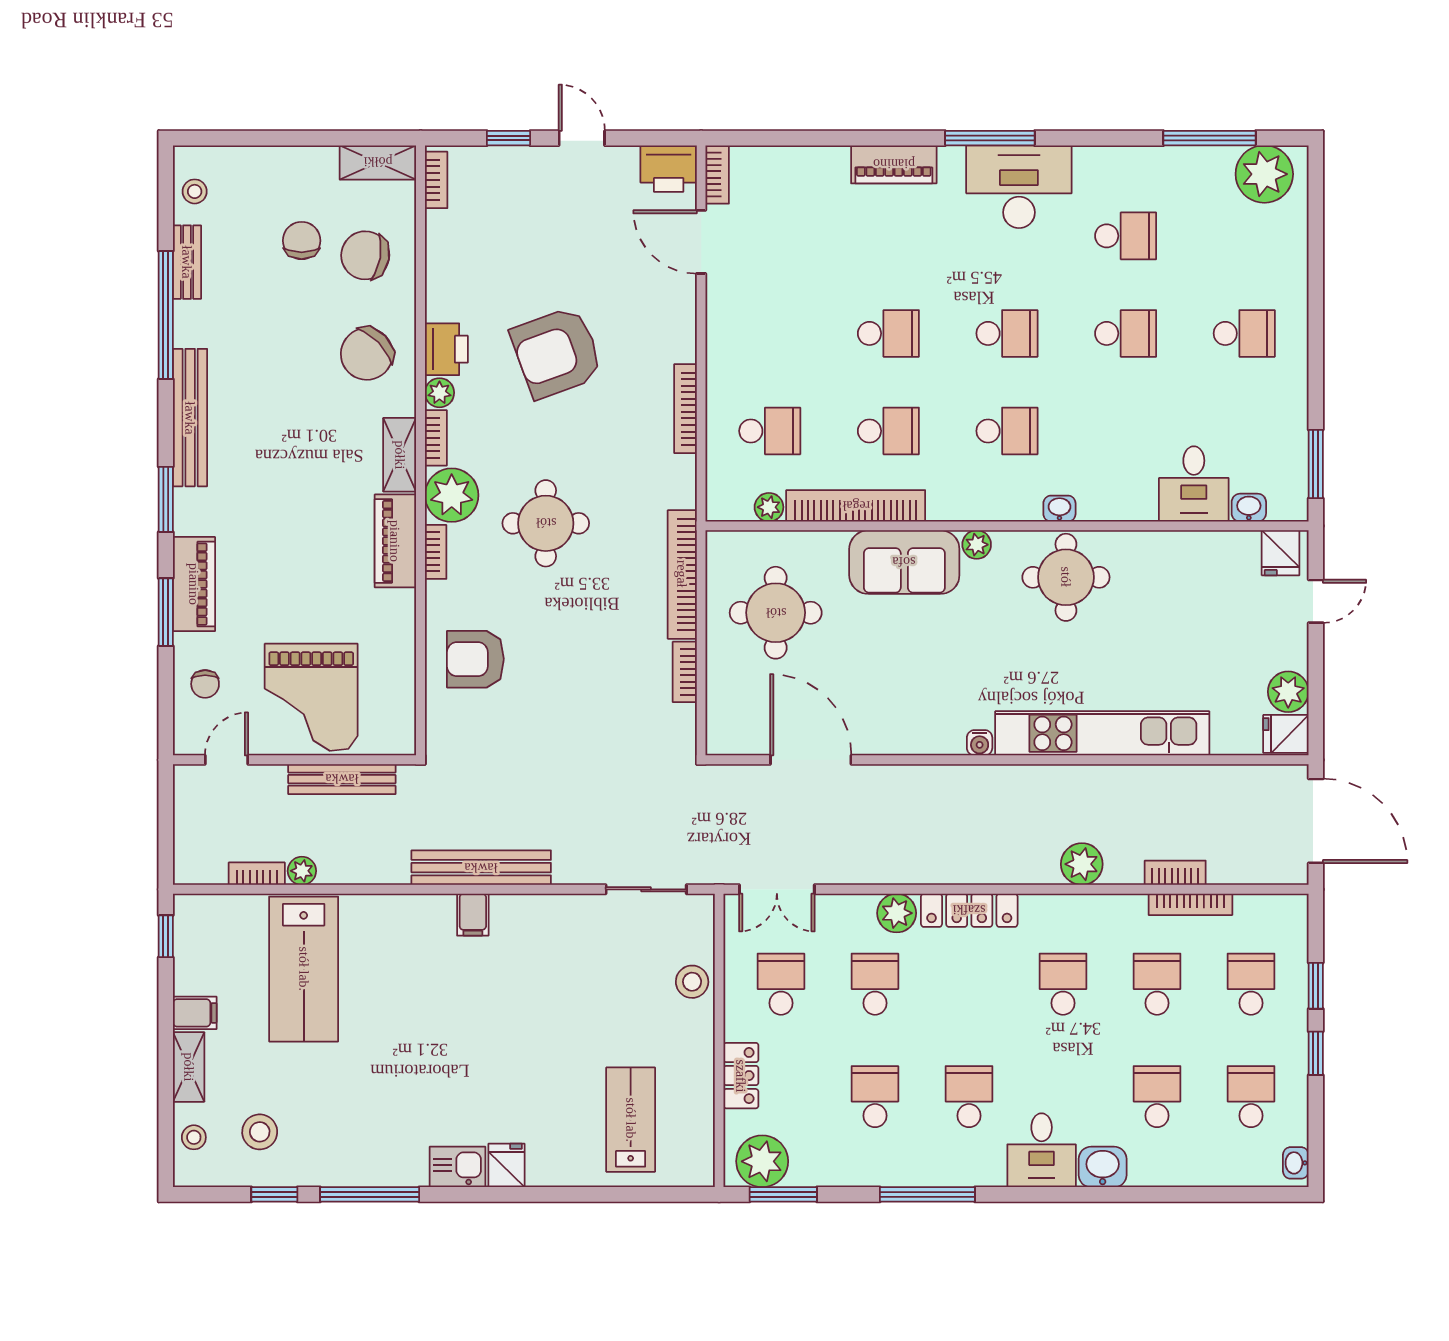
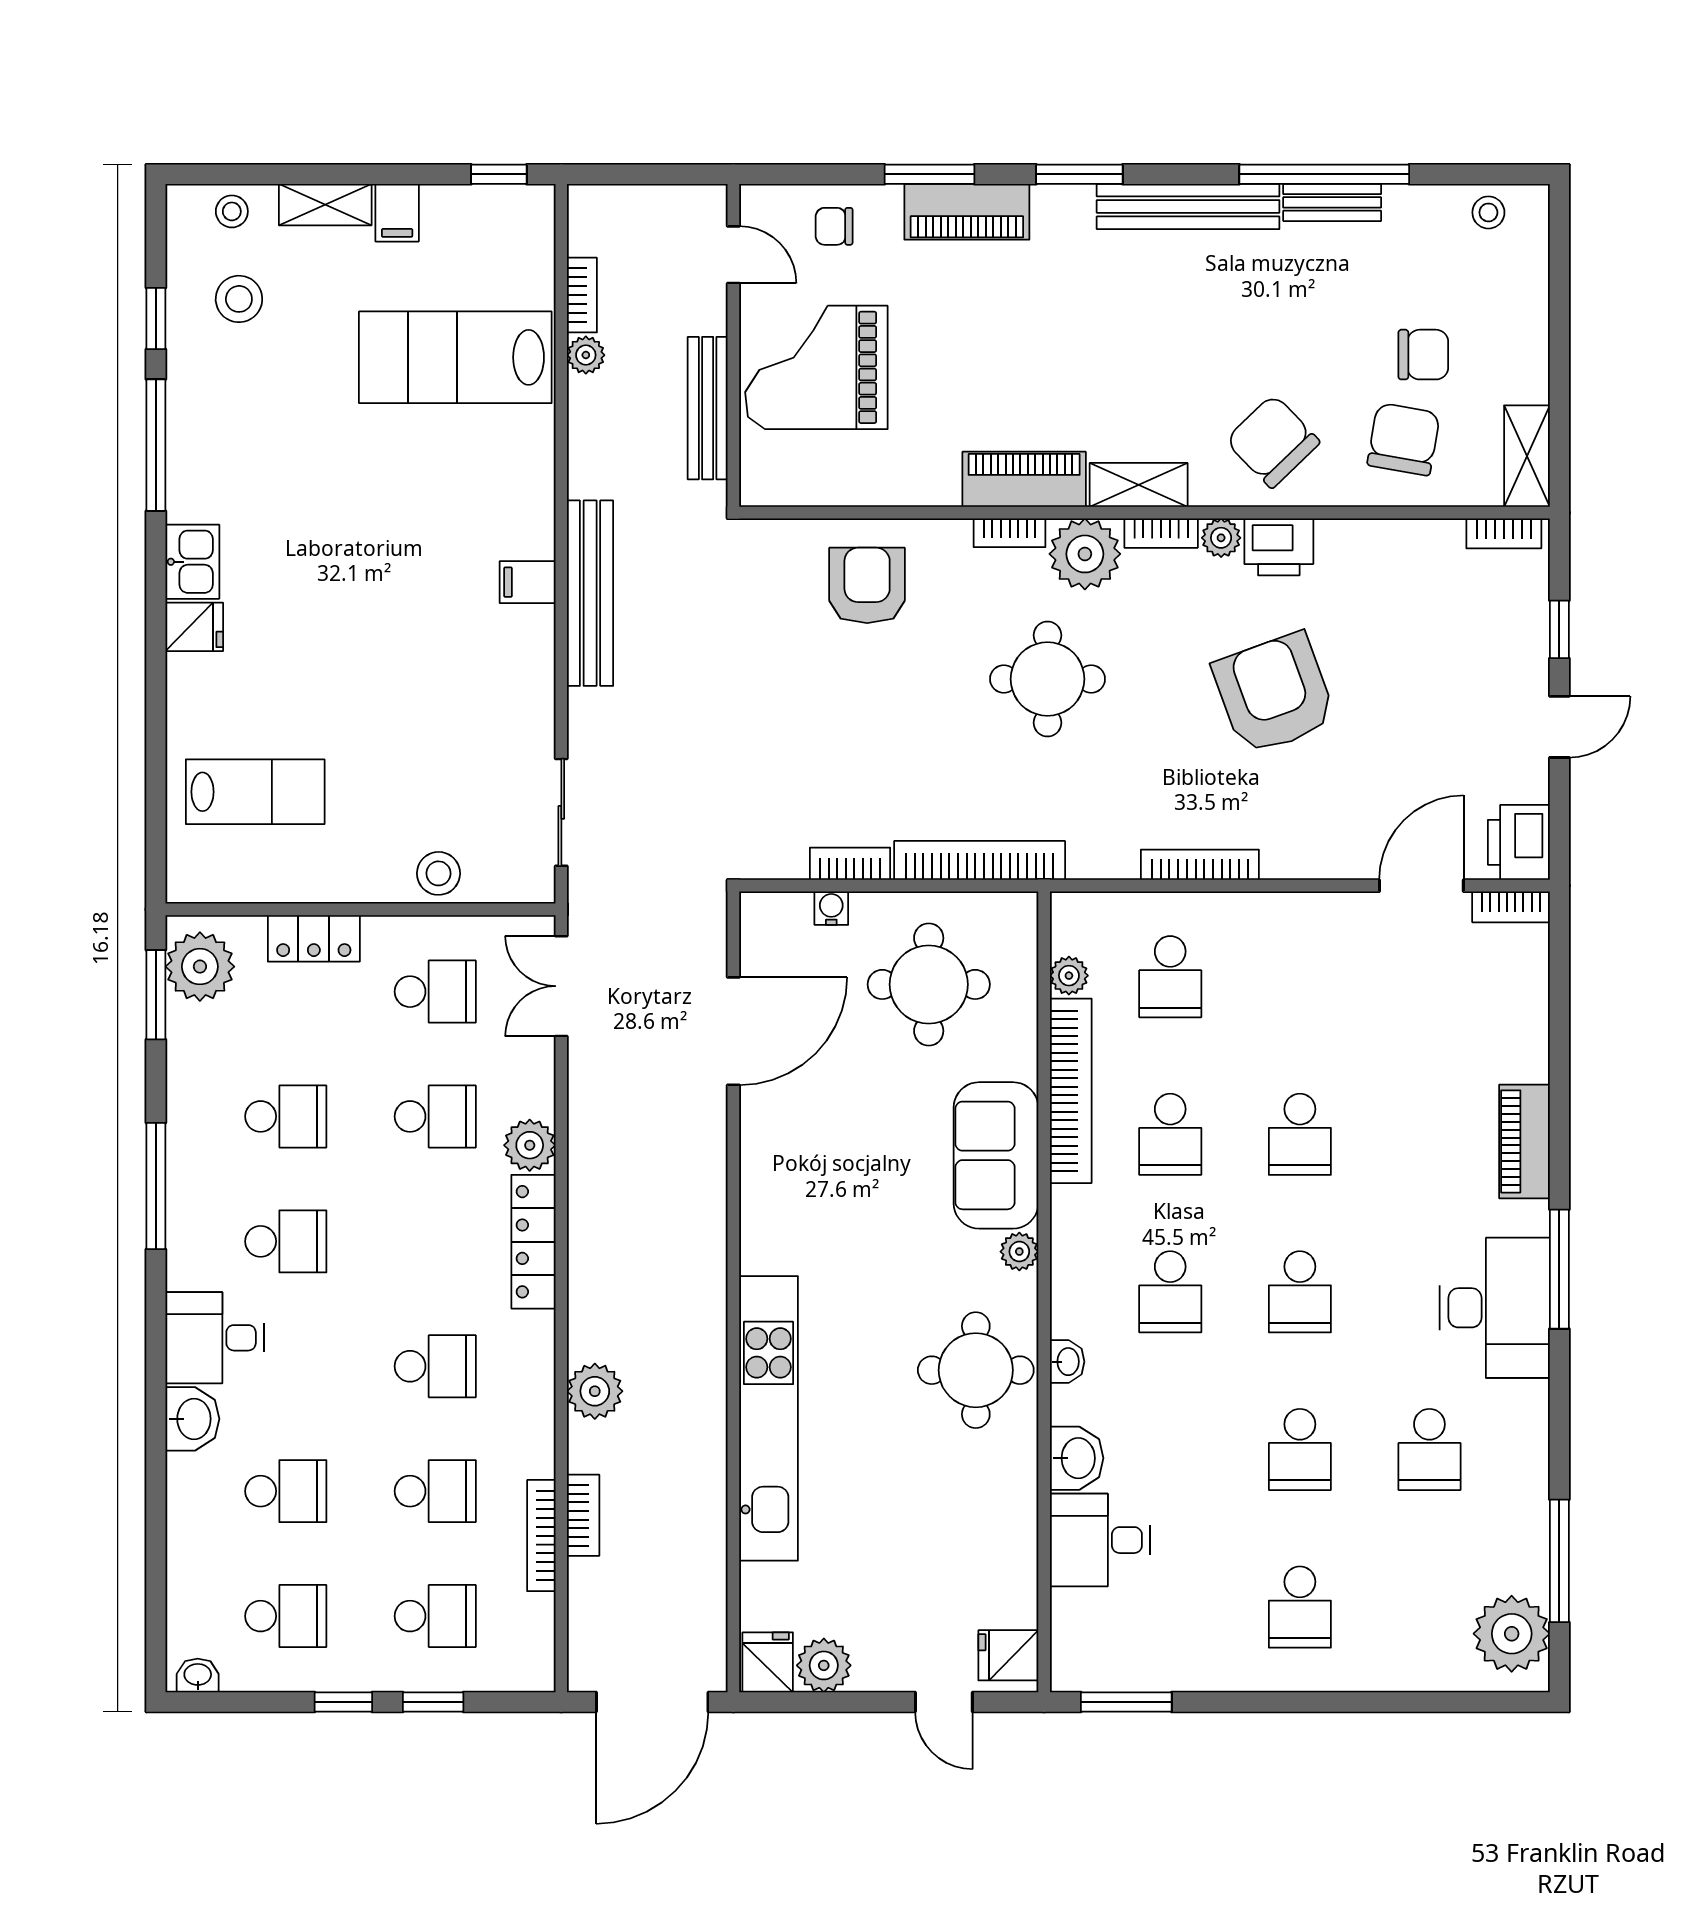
bench: (187, 262) -> (1332, 202), moved
washbasin: (1249, 508) -> (1077, 1458), moved, width x1.38, depth x1.45
water cooler: (980, 743) -> (831, 908), moved, turned 90

